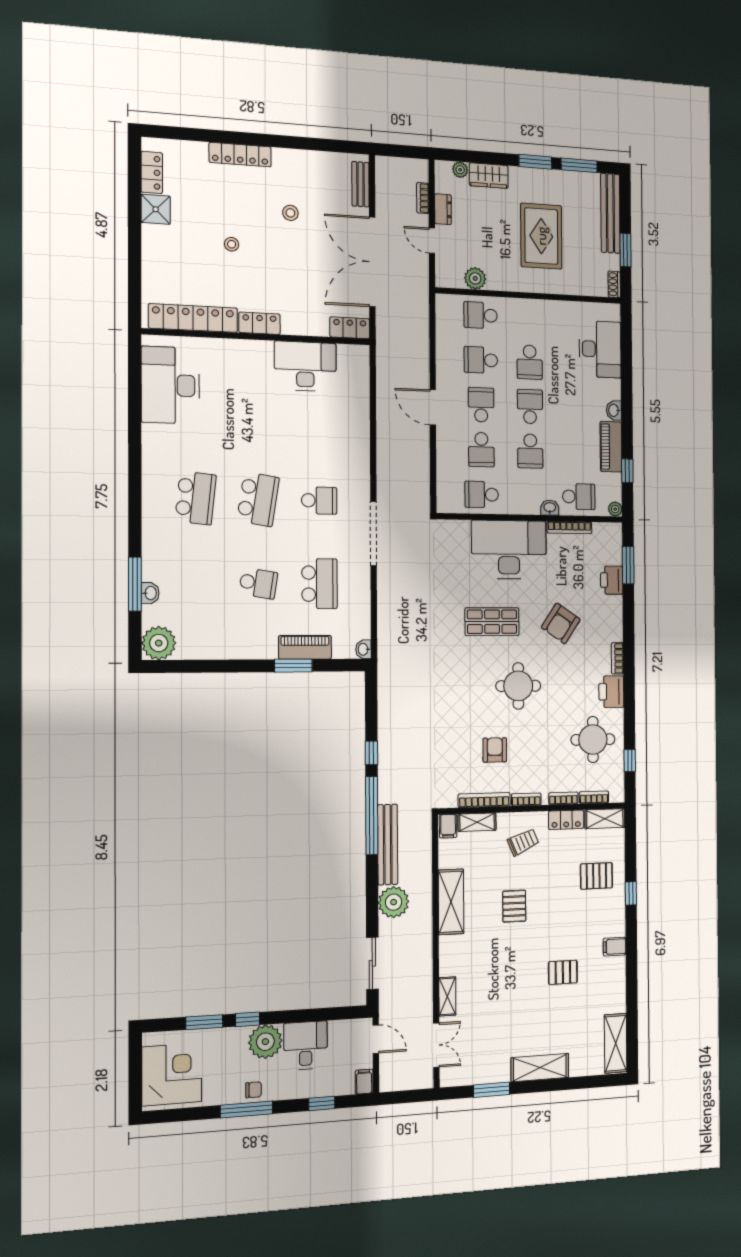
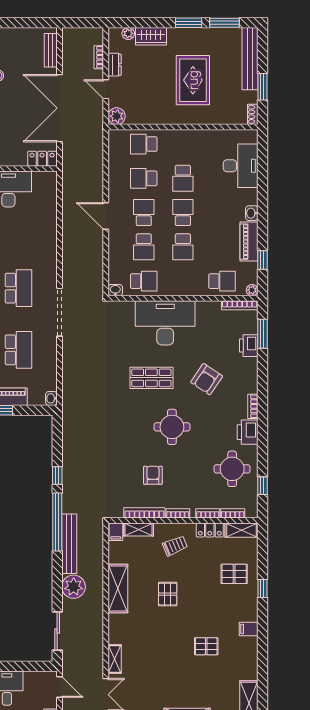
plant: (475, 278) -> (117, 116), moved
school desk: (482, 494) -> (144, 281), turned 180
school desk: (319, 500) -> (18, 288), width x1.85
washbasin: (550, 508) -> (115, 290), moved
bookcase: (569, 528) -> (240, 305), moved

